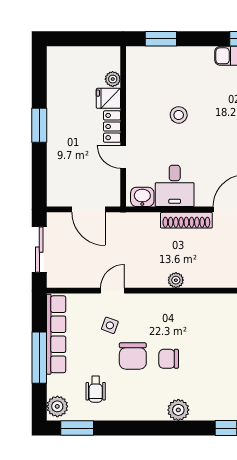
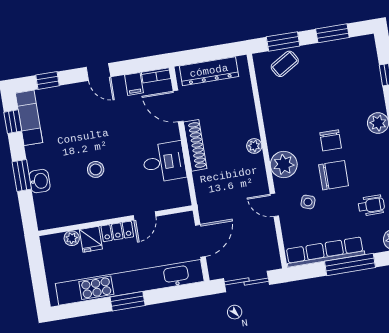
window: (161, 39) -> (22, 175), moved
kitchen unit: (58, 131) -> (130, 282), added
washbasin: (142, 197) -> (40, 181), moved, turned 180
plant: (152, 307) -> (284, 165), added

